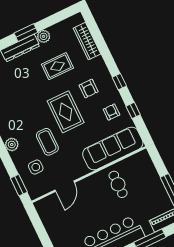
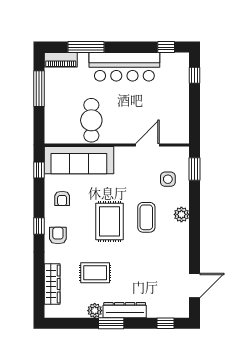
armchair: (89, 89) -> (58, 235), moved
window: (133, 110) -> (39, 170), moved
coffee table: (47, 142) -> (146, 217), moved
cafe table: (118, 184) -> (91, 120), width x1.37, depth x1.35

